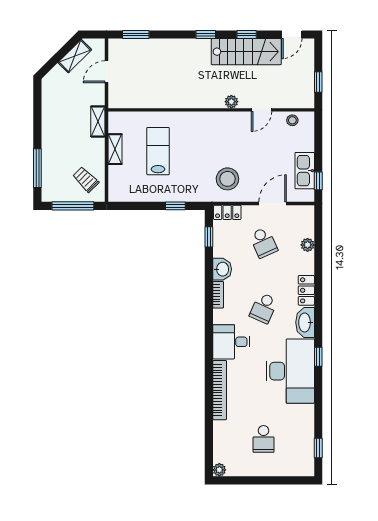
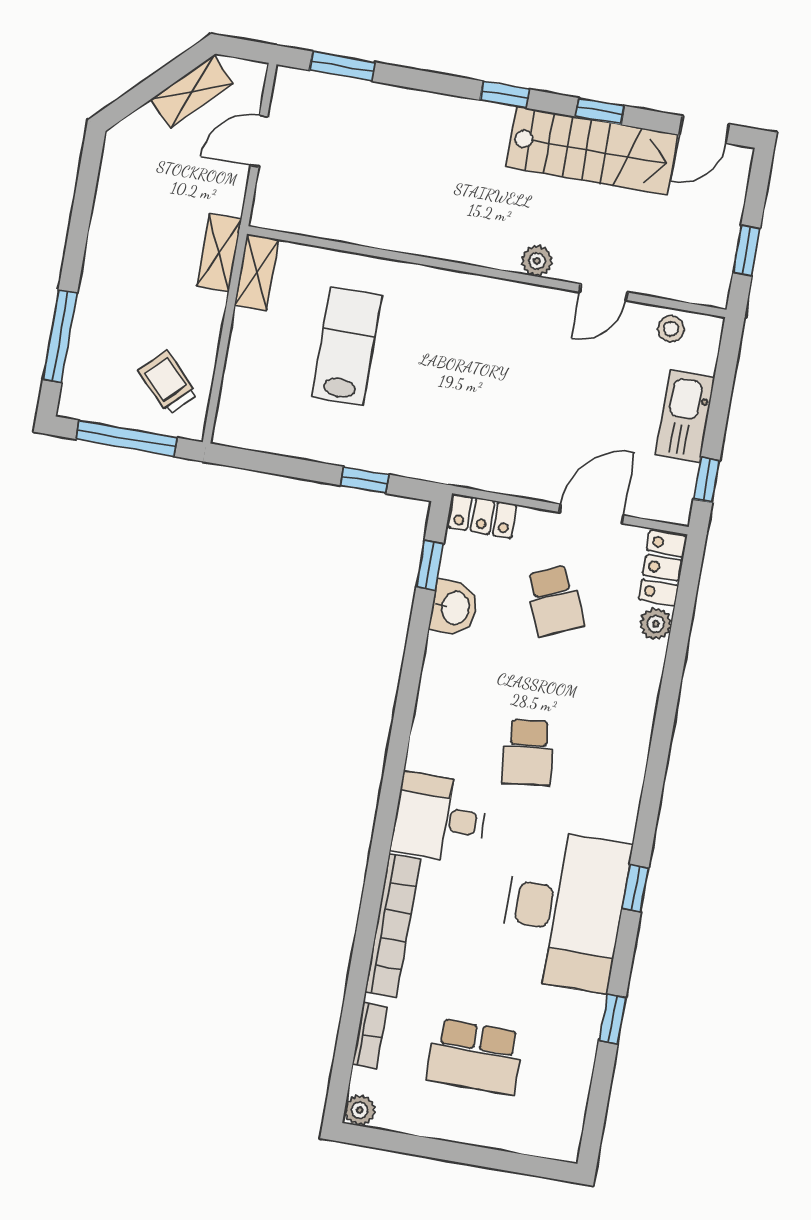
shelving: (115, 149) -> (257, 272), moved
kitchen sink: (305, 171) -> (685, 416), moved
stool: (227, 179) -> (497, 439), removed
washbasin: (222, 269) -> (454, 608), moved
locker: (306, 290) -> (663, 568), moved
bookcase: (218, 295) -> (370, 1035), moved
school desk: (264, 308) -> (528, 753), turned -30
washbasin: (305, 322) -> (619, 803), removed
school desk: (264, 439) -> (475, 1057), width x1.85
window: (318, 448) -> (612, 1019), moved

